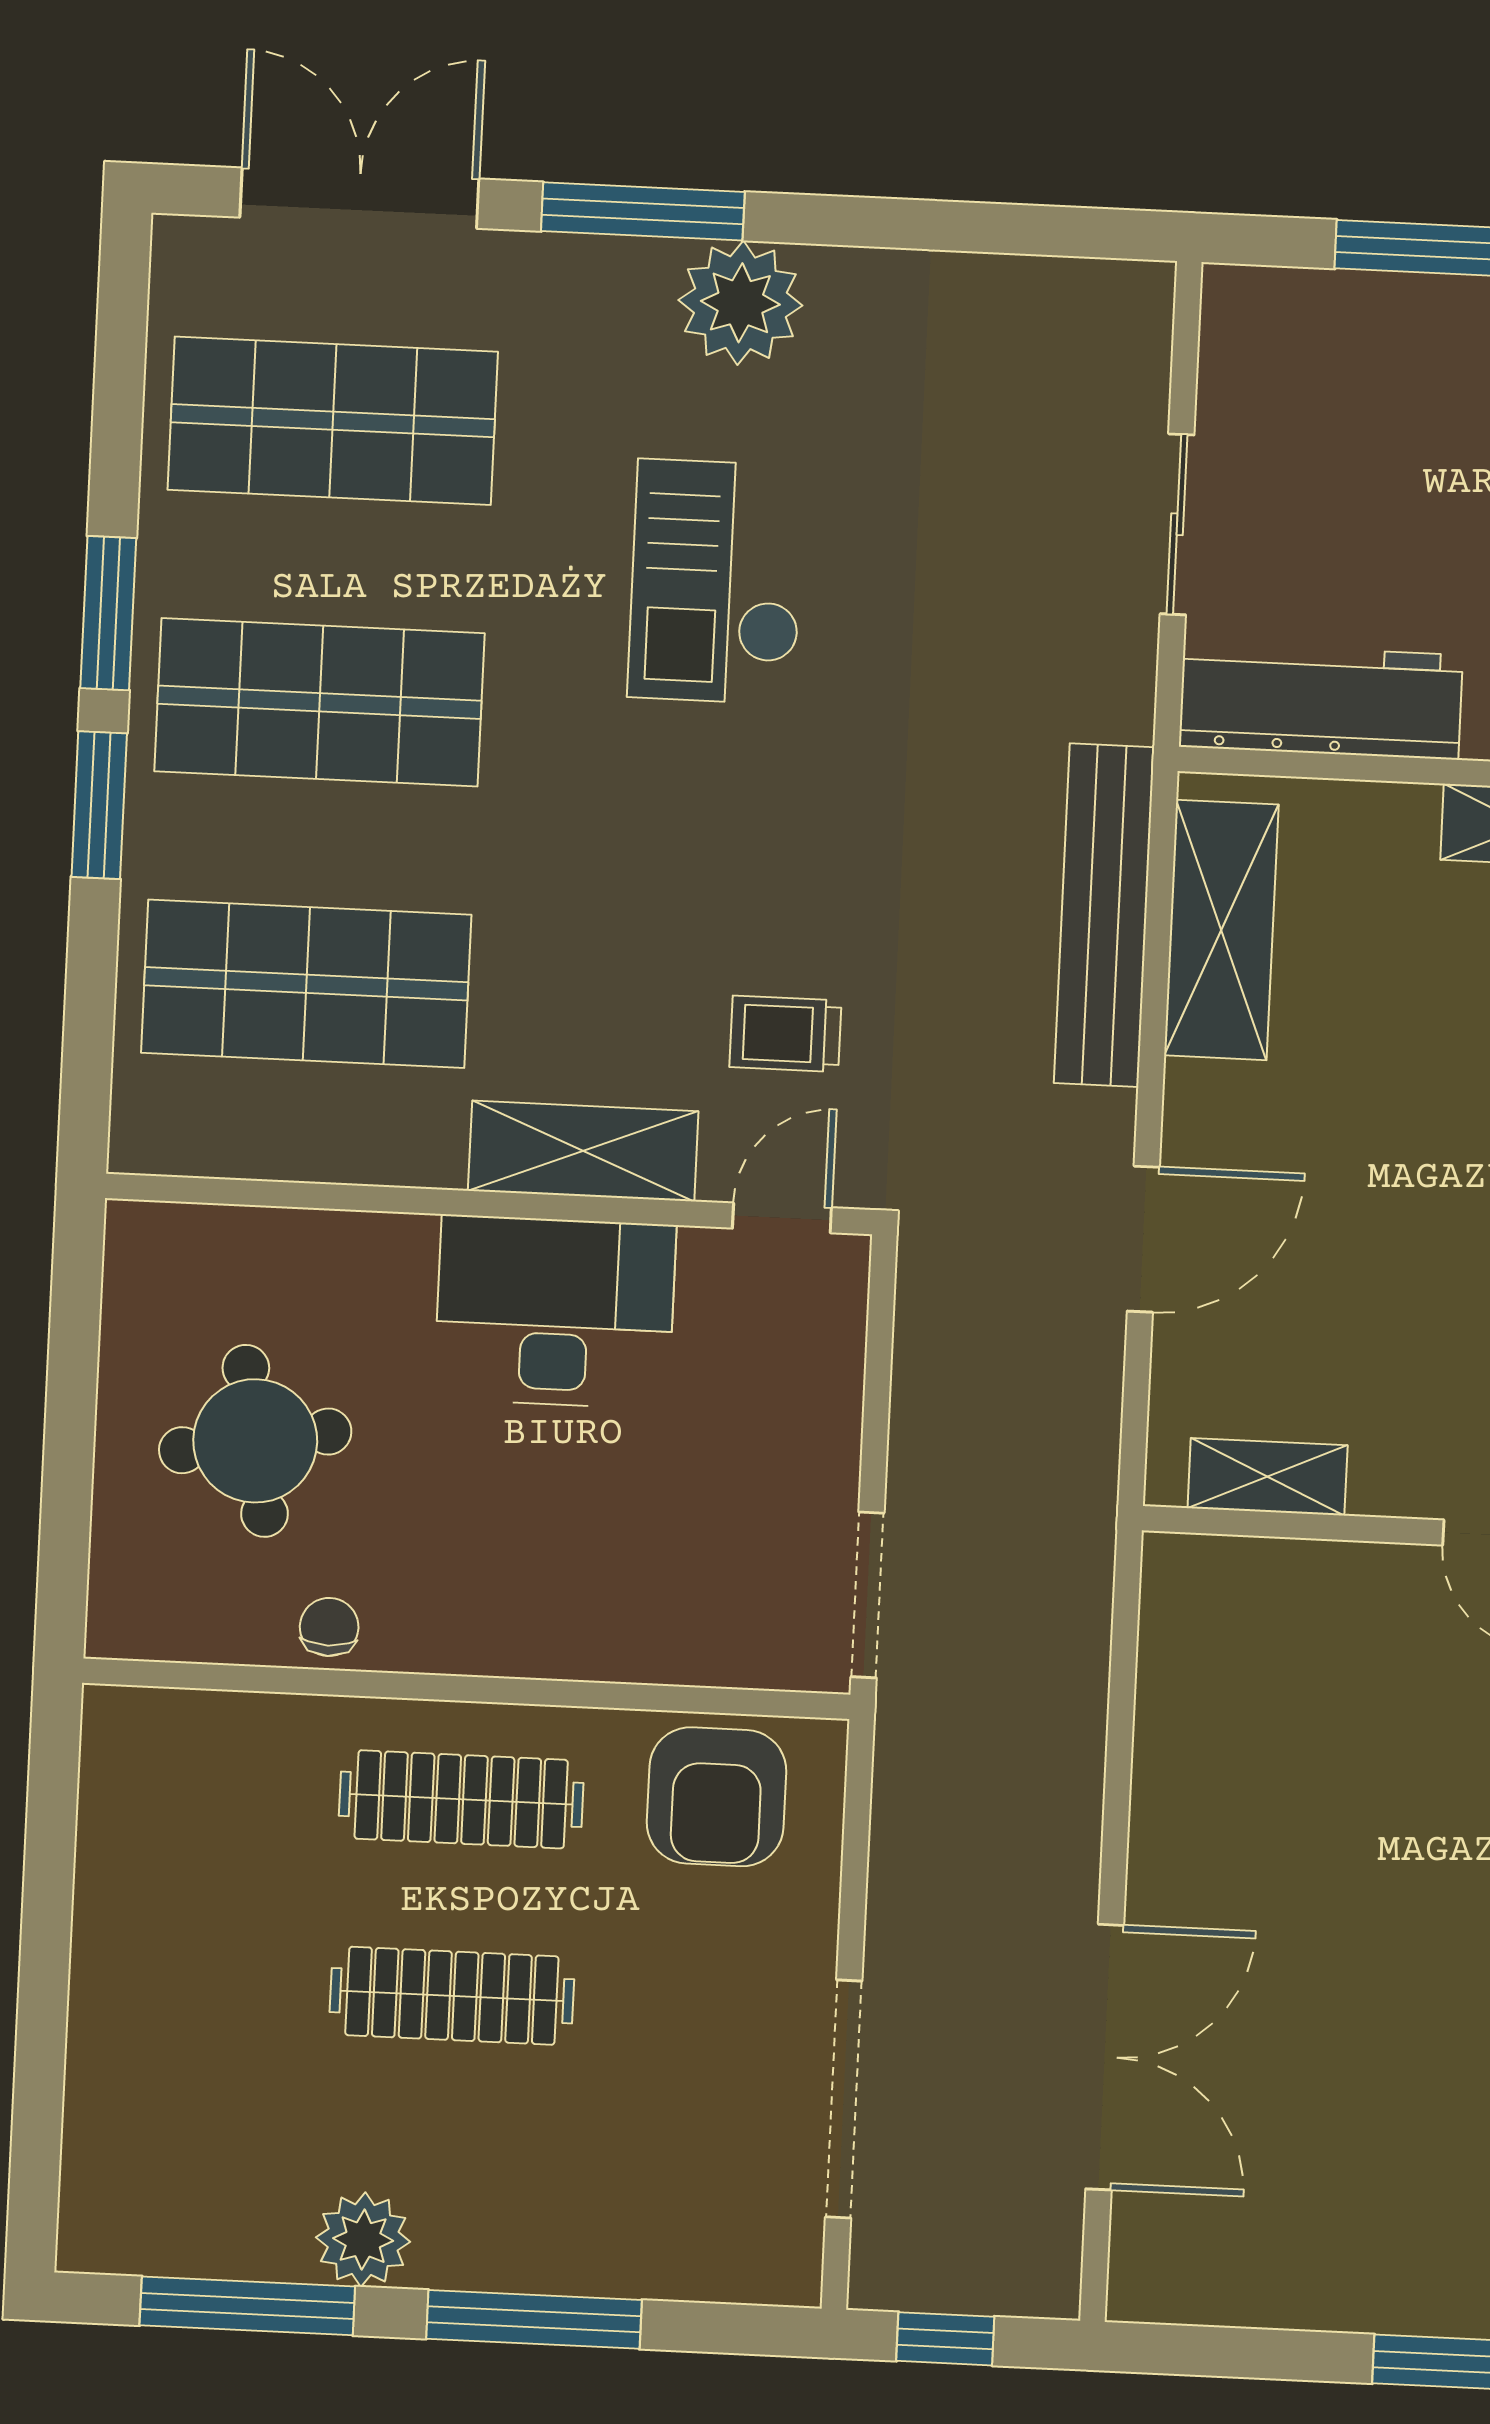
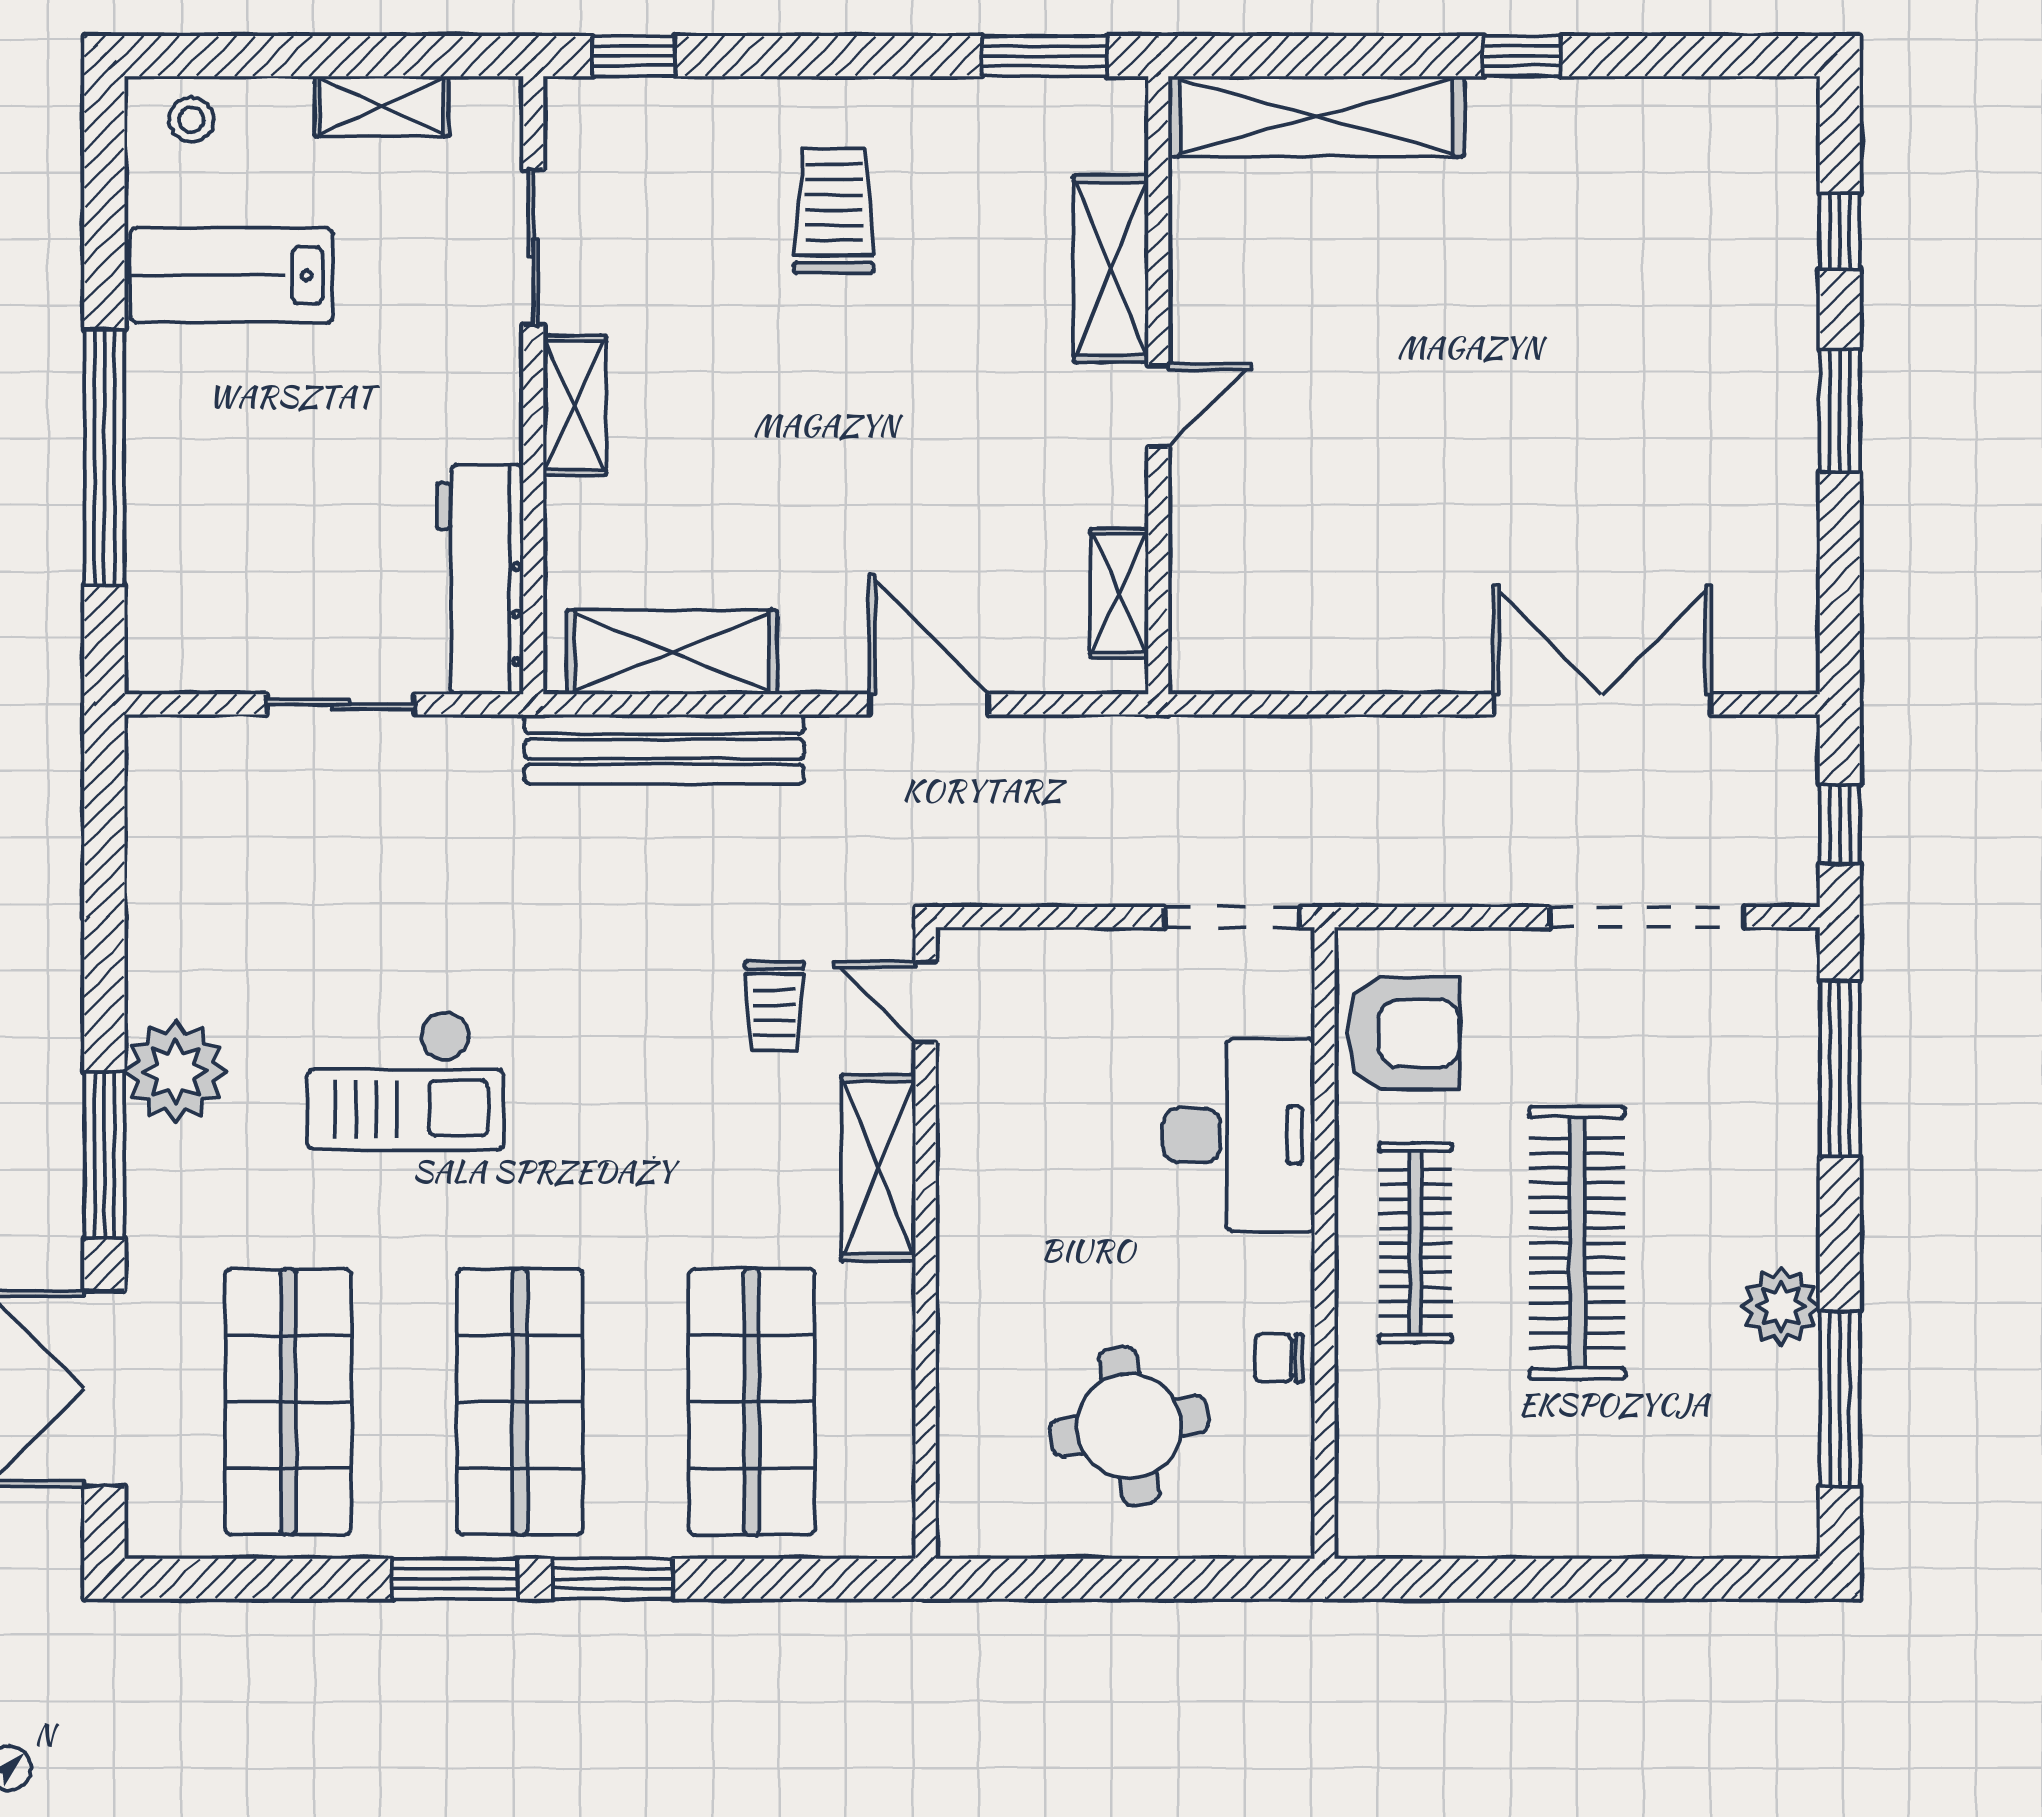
desk: (555, 1312) -> (1239, 1135), moved, turned 180
clothes rail: (452, 1996) -> (1577, 1243), width x1.37, depth x1.31
window: (534, 2319) -> (1840, 1069), moved

